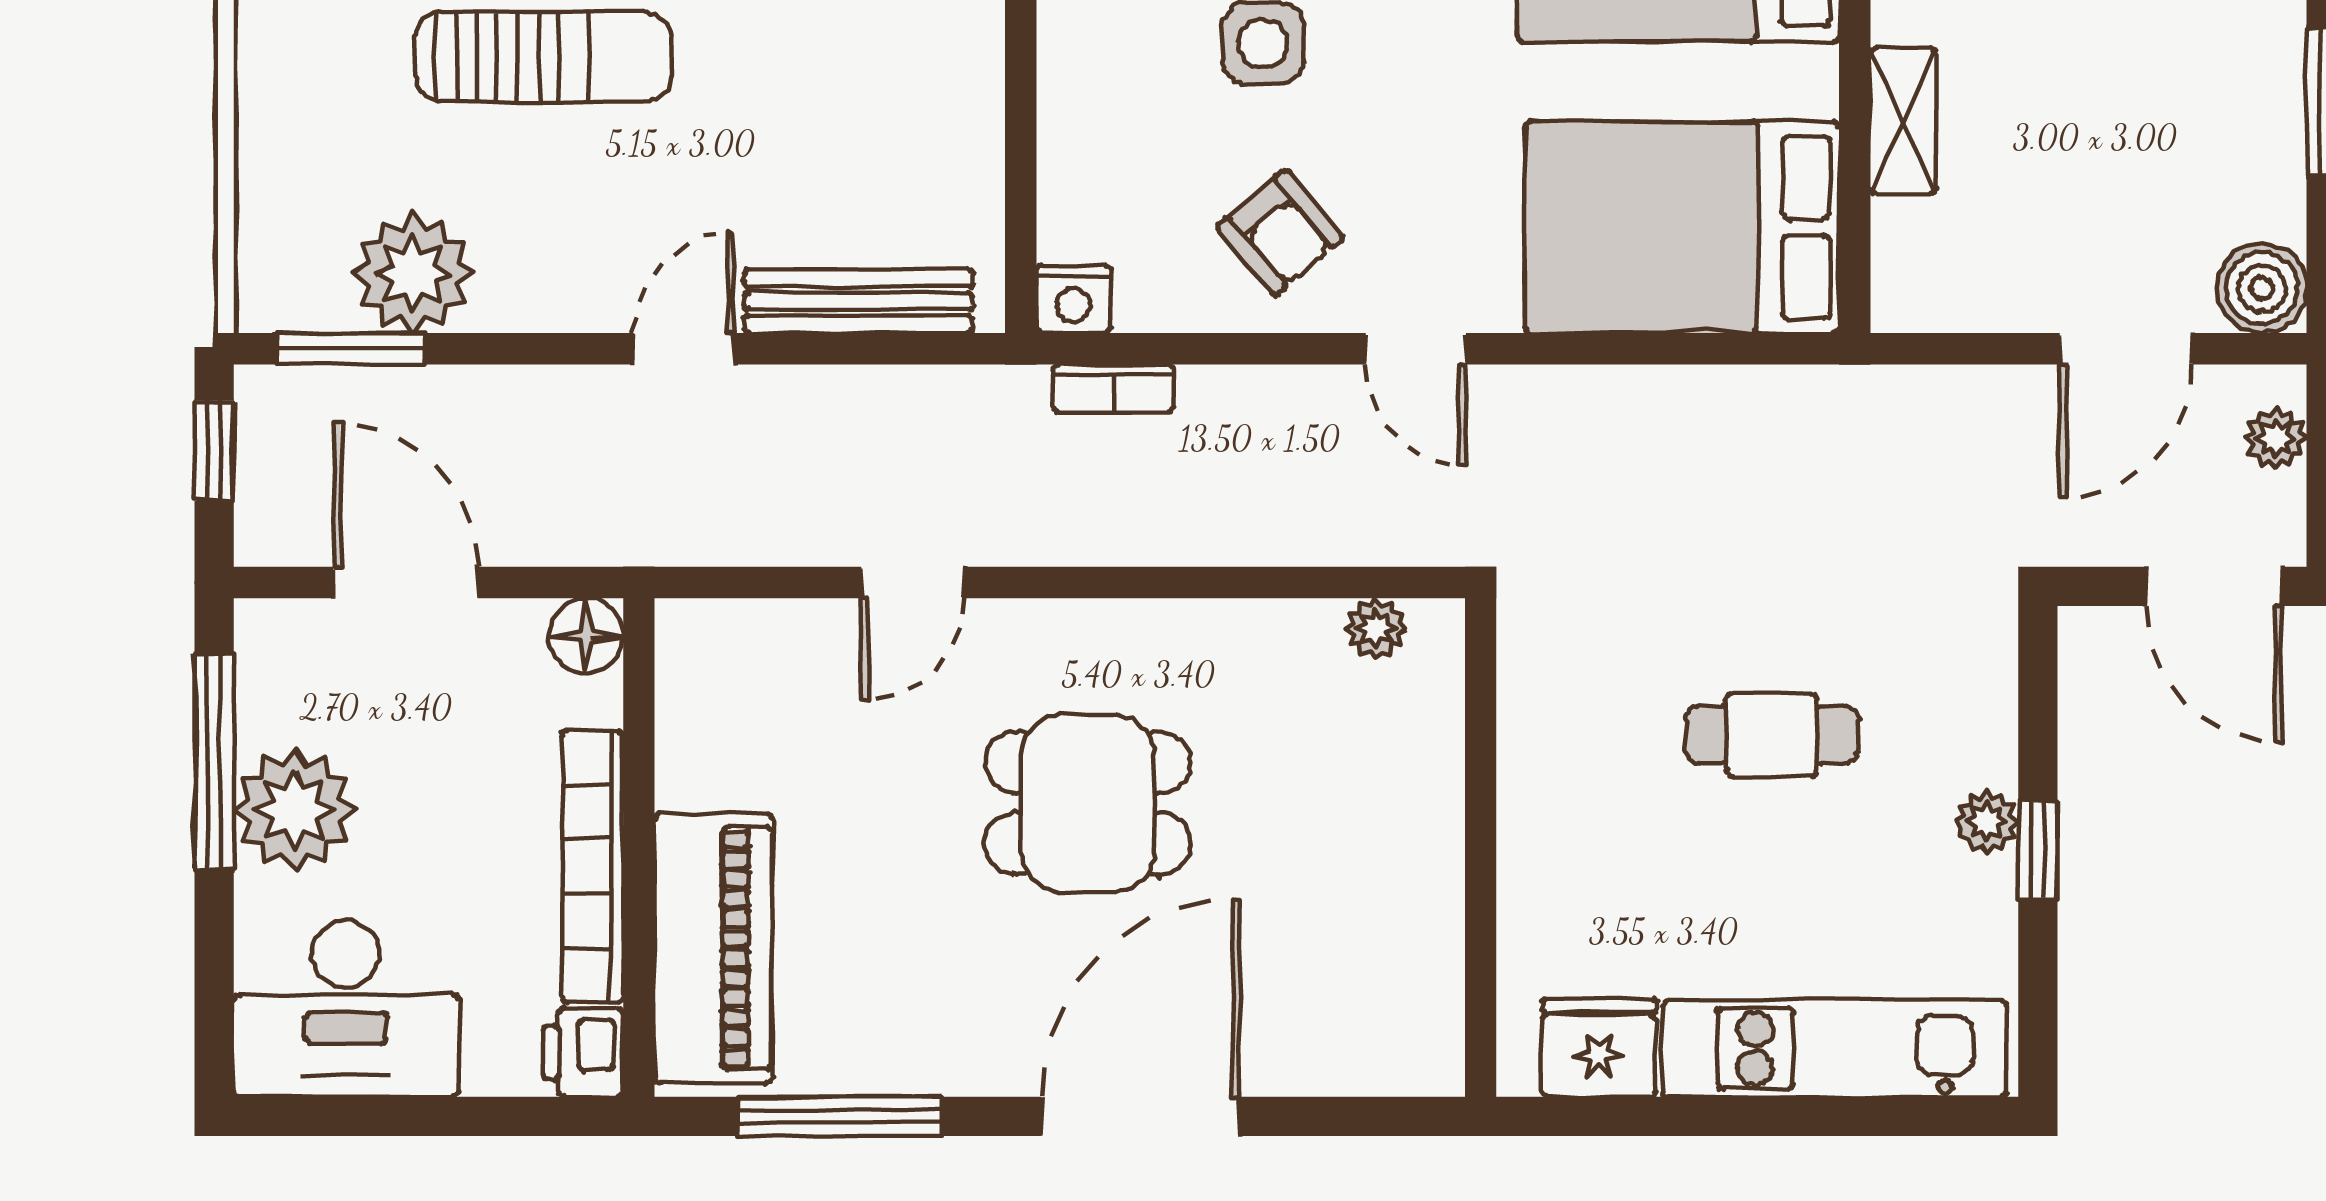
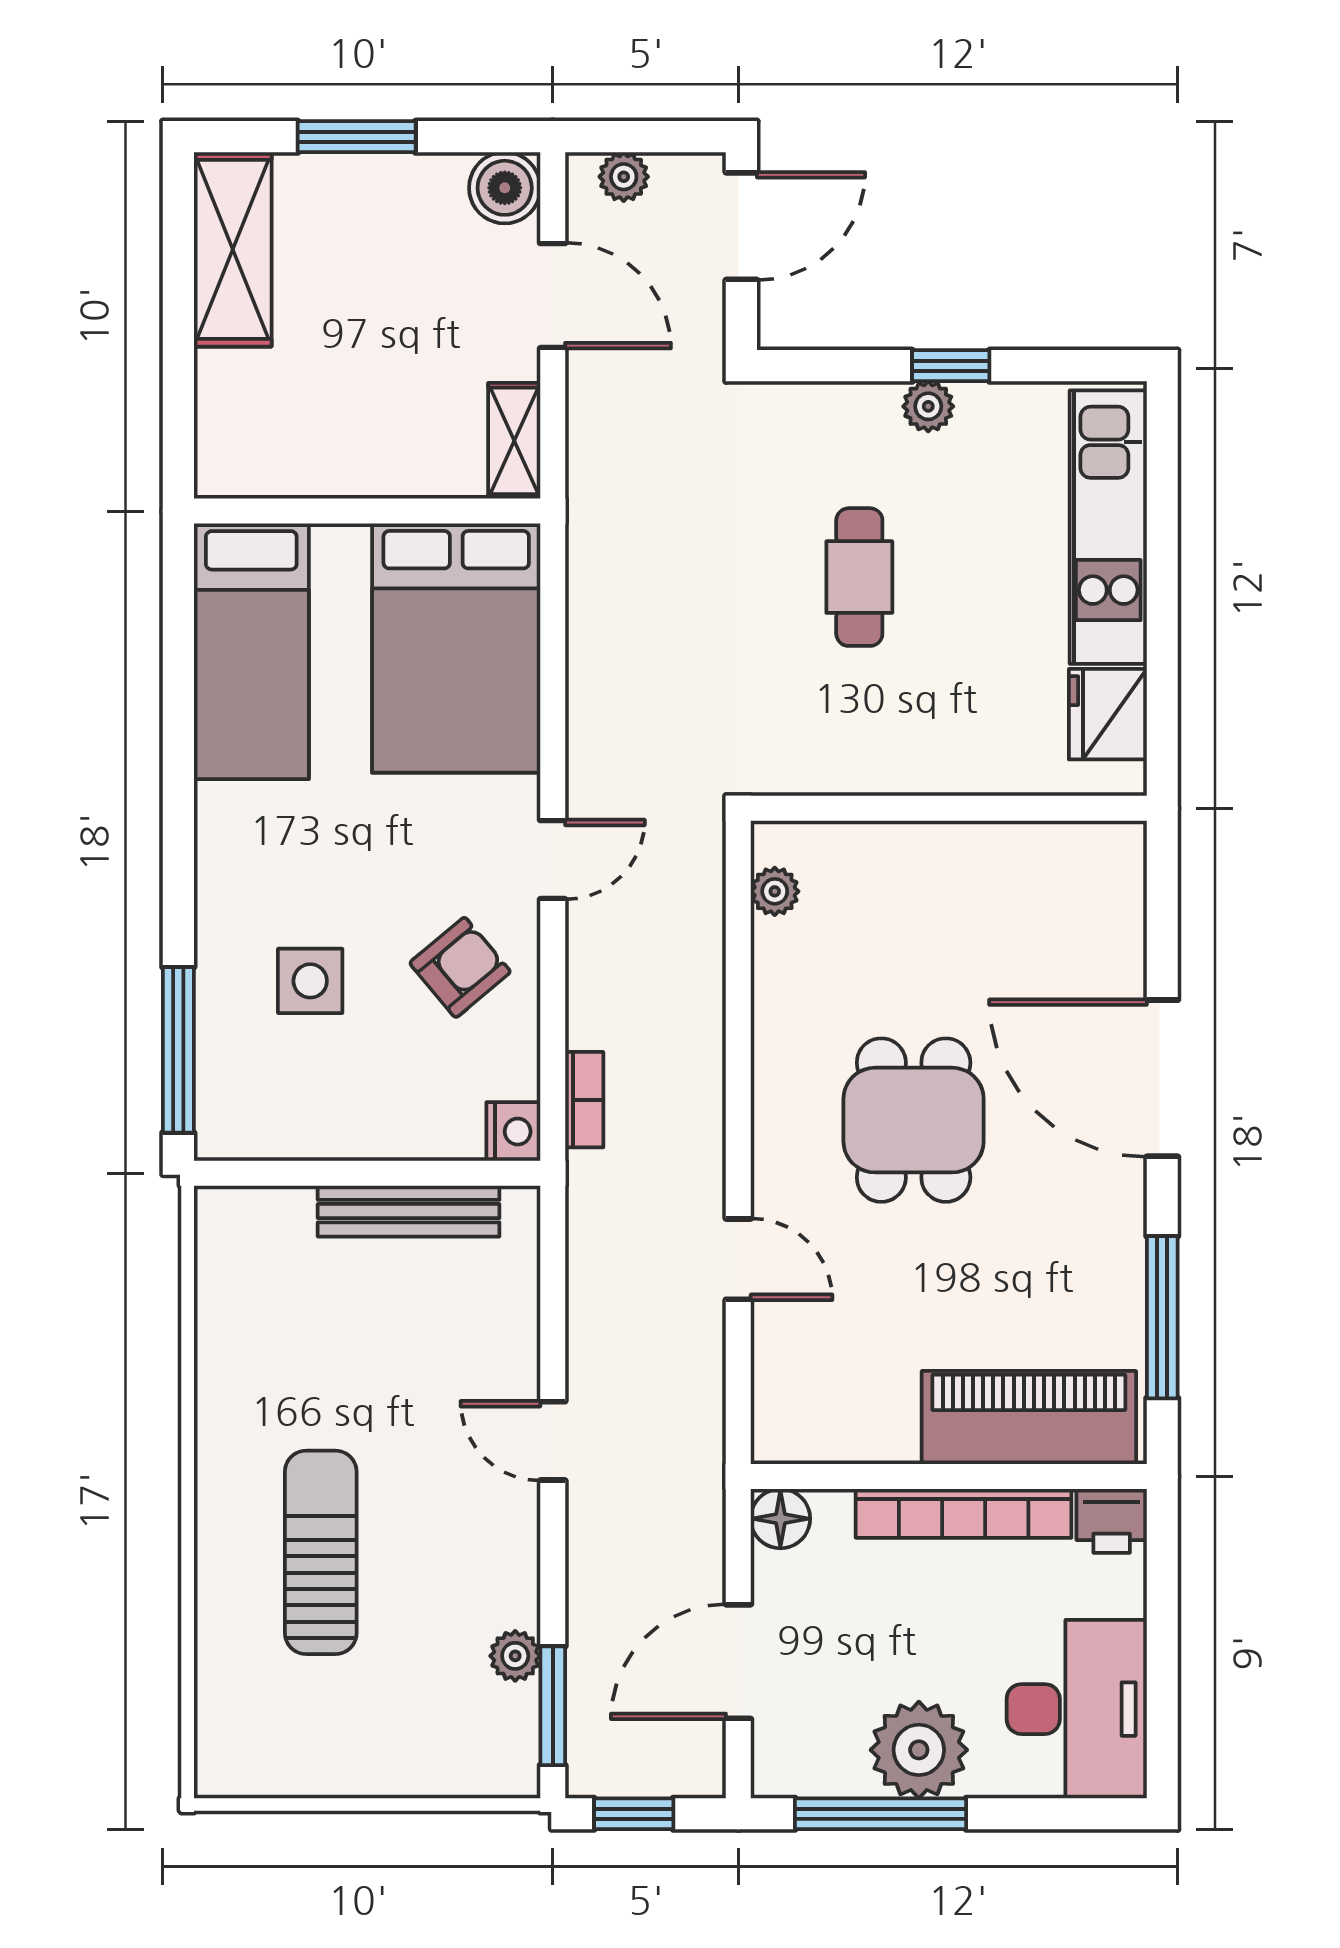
shelving: (1903, 121) -> (514, 441), moved, turned 90
plant: (413, 274) -> (515, 1656), width x0.53, depth x0.53
bench: (859, 301) -> (409, 1211), moved, turned 90

